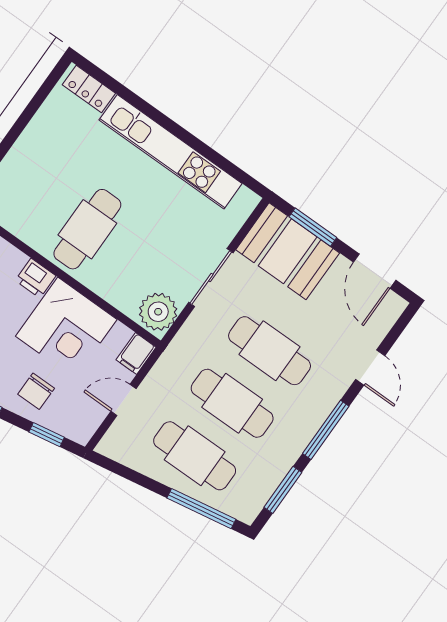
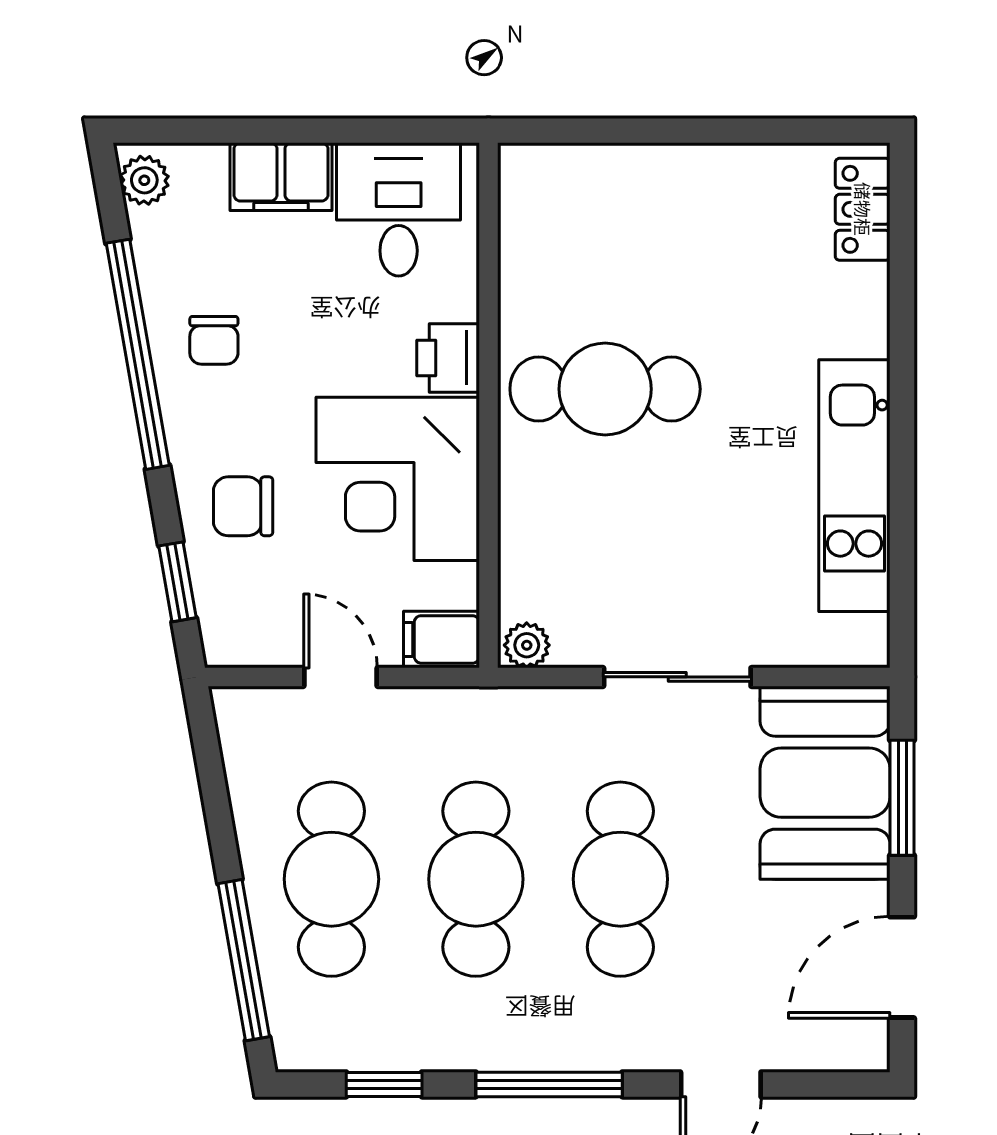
kitchen unit: (171, 152) -> (854, 486), width x0.73
plant: (158, 312) -> (527, 645), width x0.53, depth x0.53
window: (283, 490) -> (384, 1084), width x0.67

